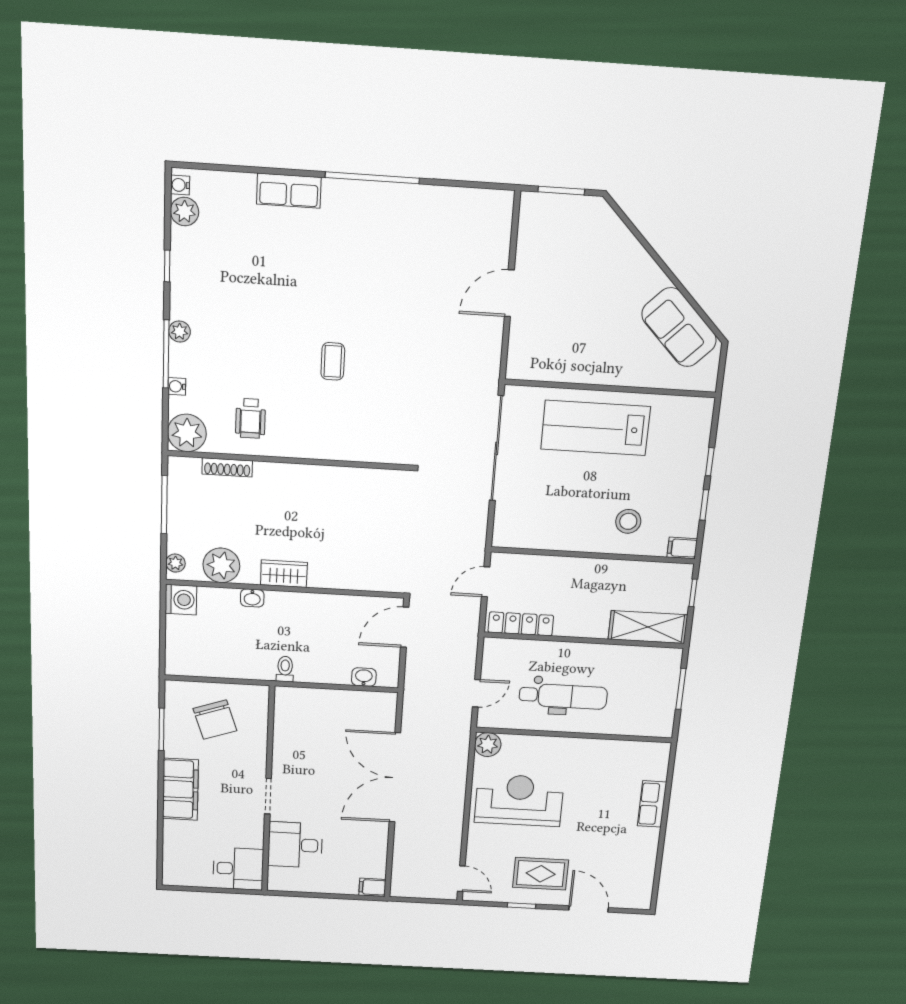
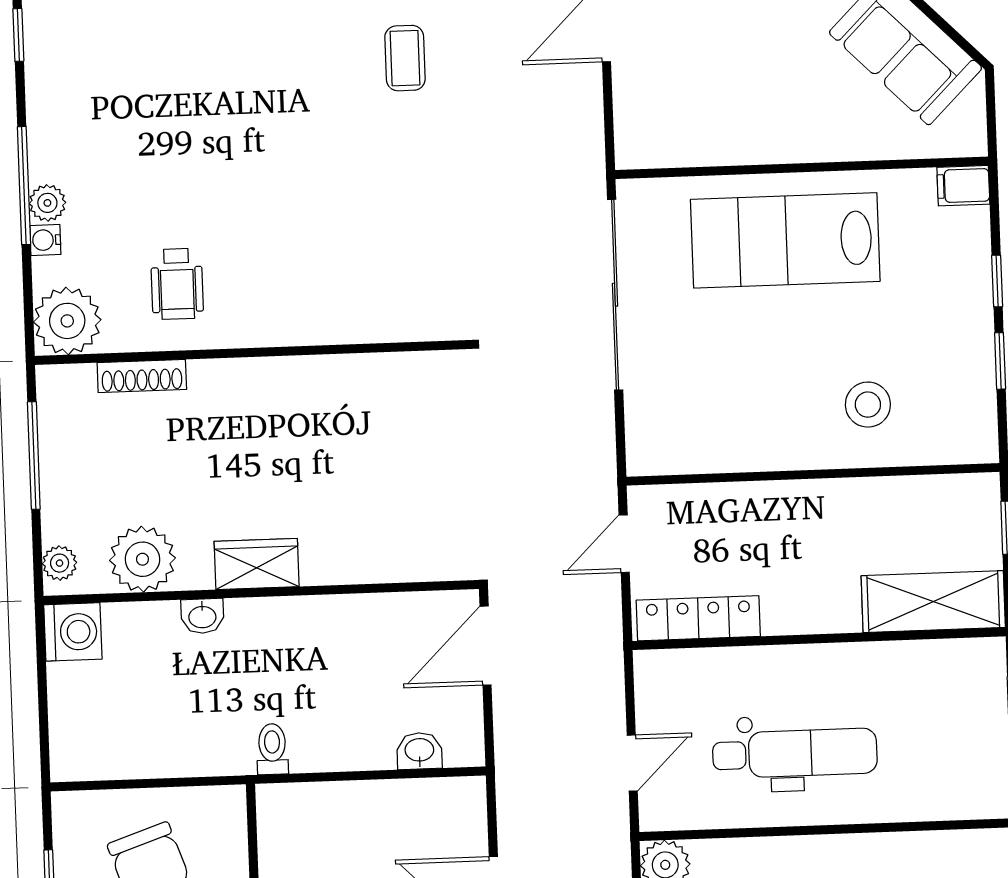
plant: (180, 331) -> (47, 203), moved
coffee table: (333, 361) -> (405, 58), moved
filing cabinet: (682, 548) -> (963, 186), moved

